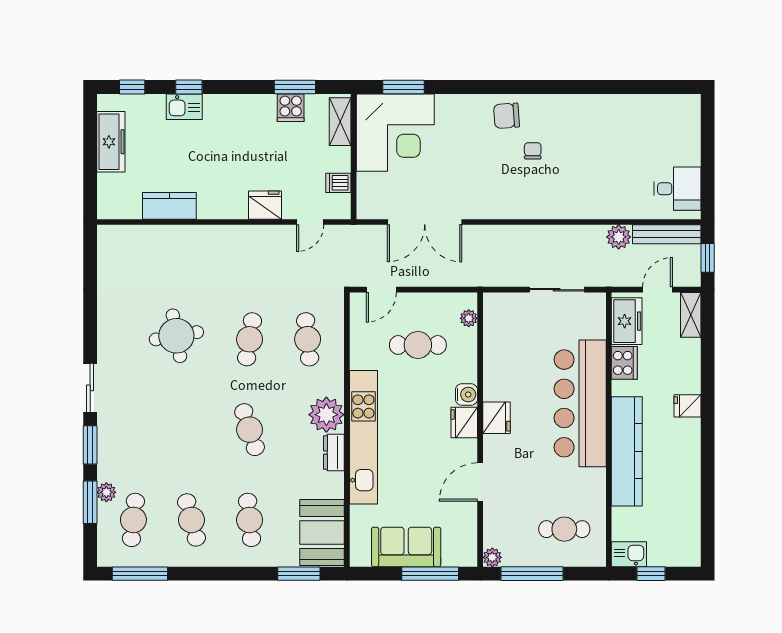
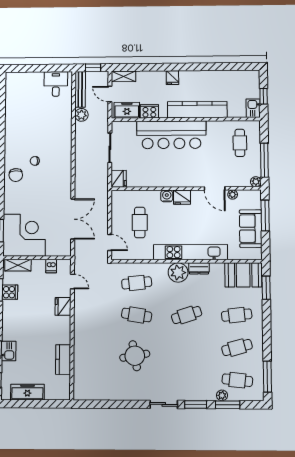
plant: (469, 318) -> (233, 195), moved
fridge: (496, 418) -> (119, 179), moved, turned 90

